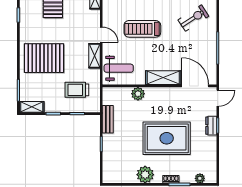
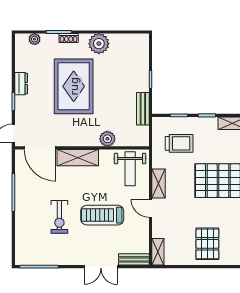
exercise bike: (193, 18) -> (59, 217), moved, turned -57
treadmill: (142, 29) -> (102, 215), turned 180
weight bench: (119, 68) -> (130, 169), turned -90
dresser: (211, 126) -> (21, 84), moved
rug: (167, 138) -> (74, 86), turned 90

